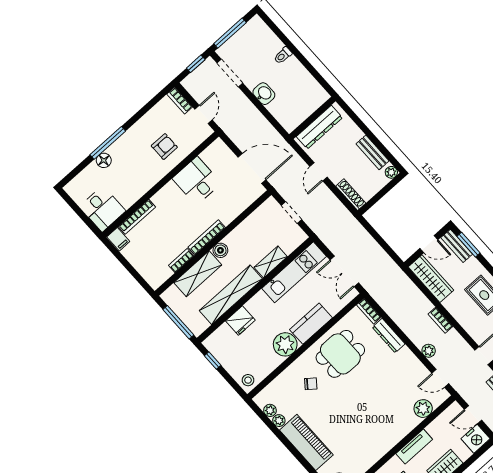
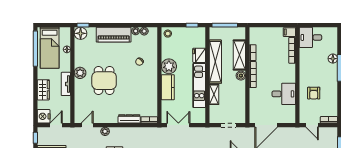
kitchen unit: (294, 272) -> (199, 85), moved
dining table: (340, 354) -> (104, 81), moved
plant: (423, 409) -> (80, 73), moved

